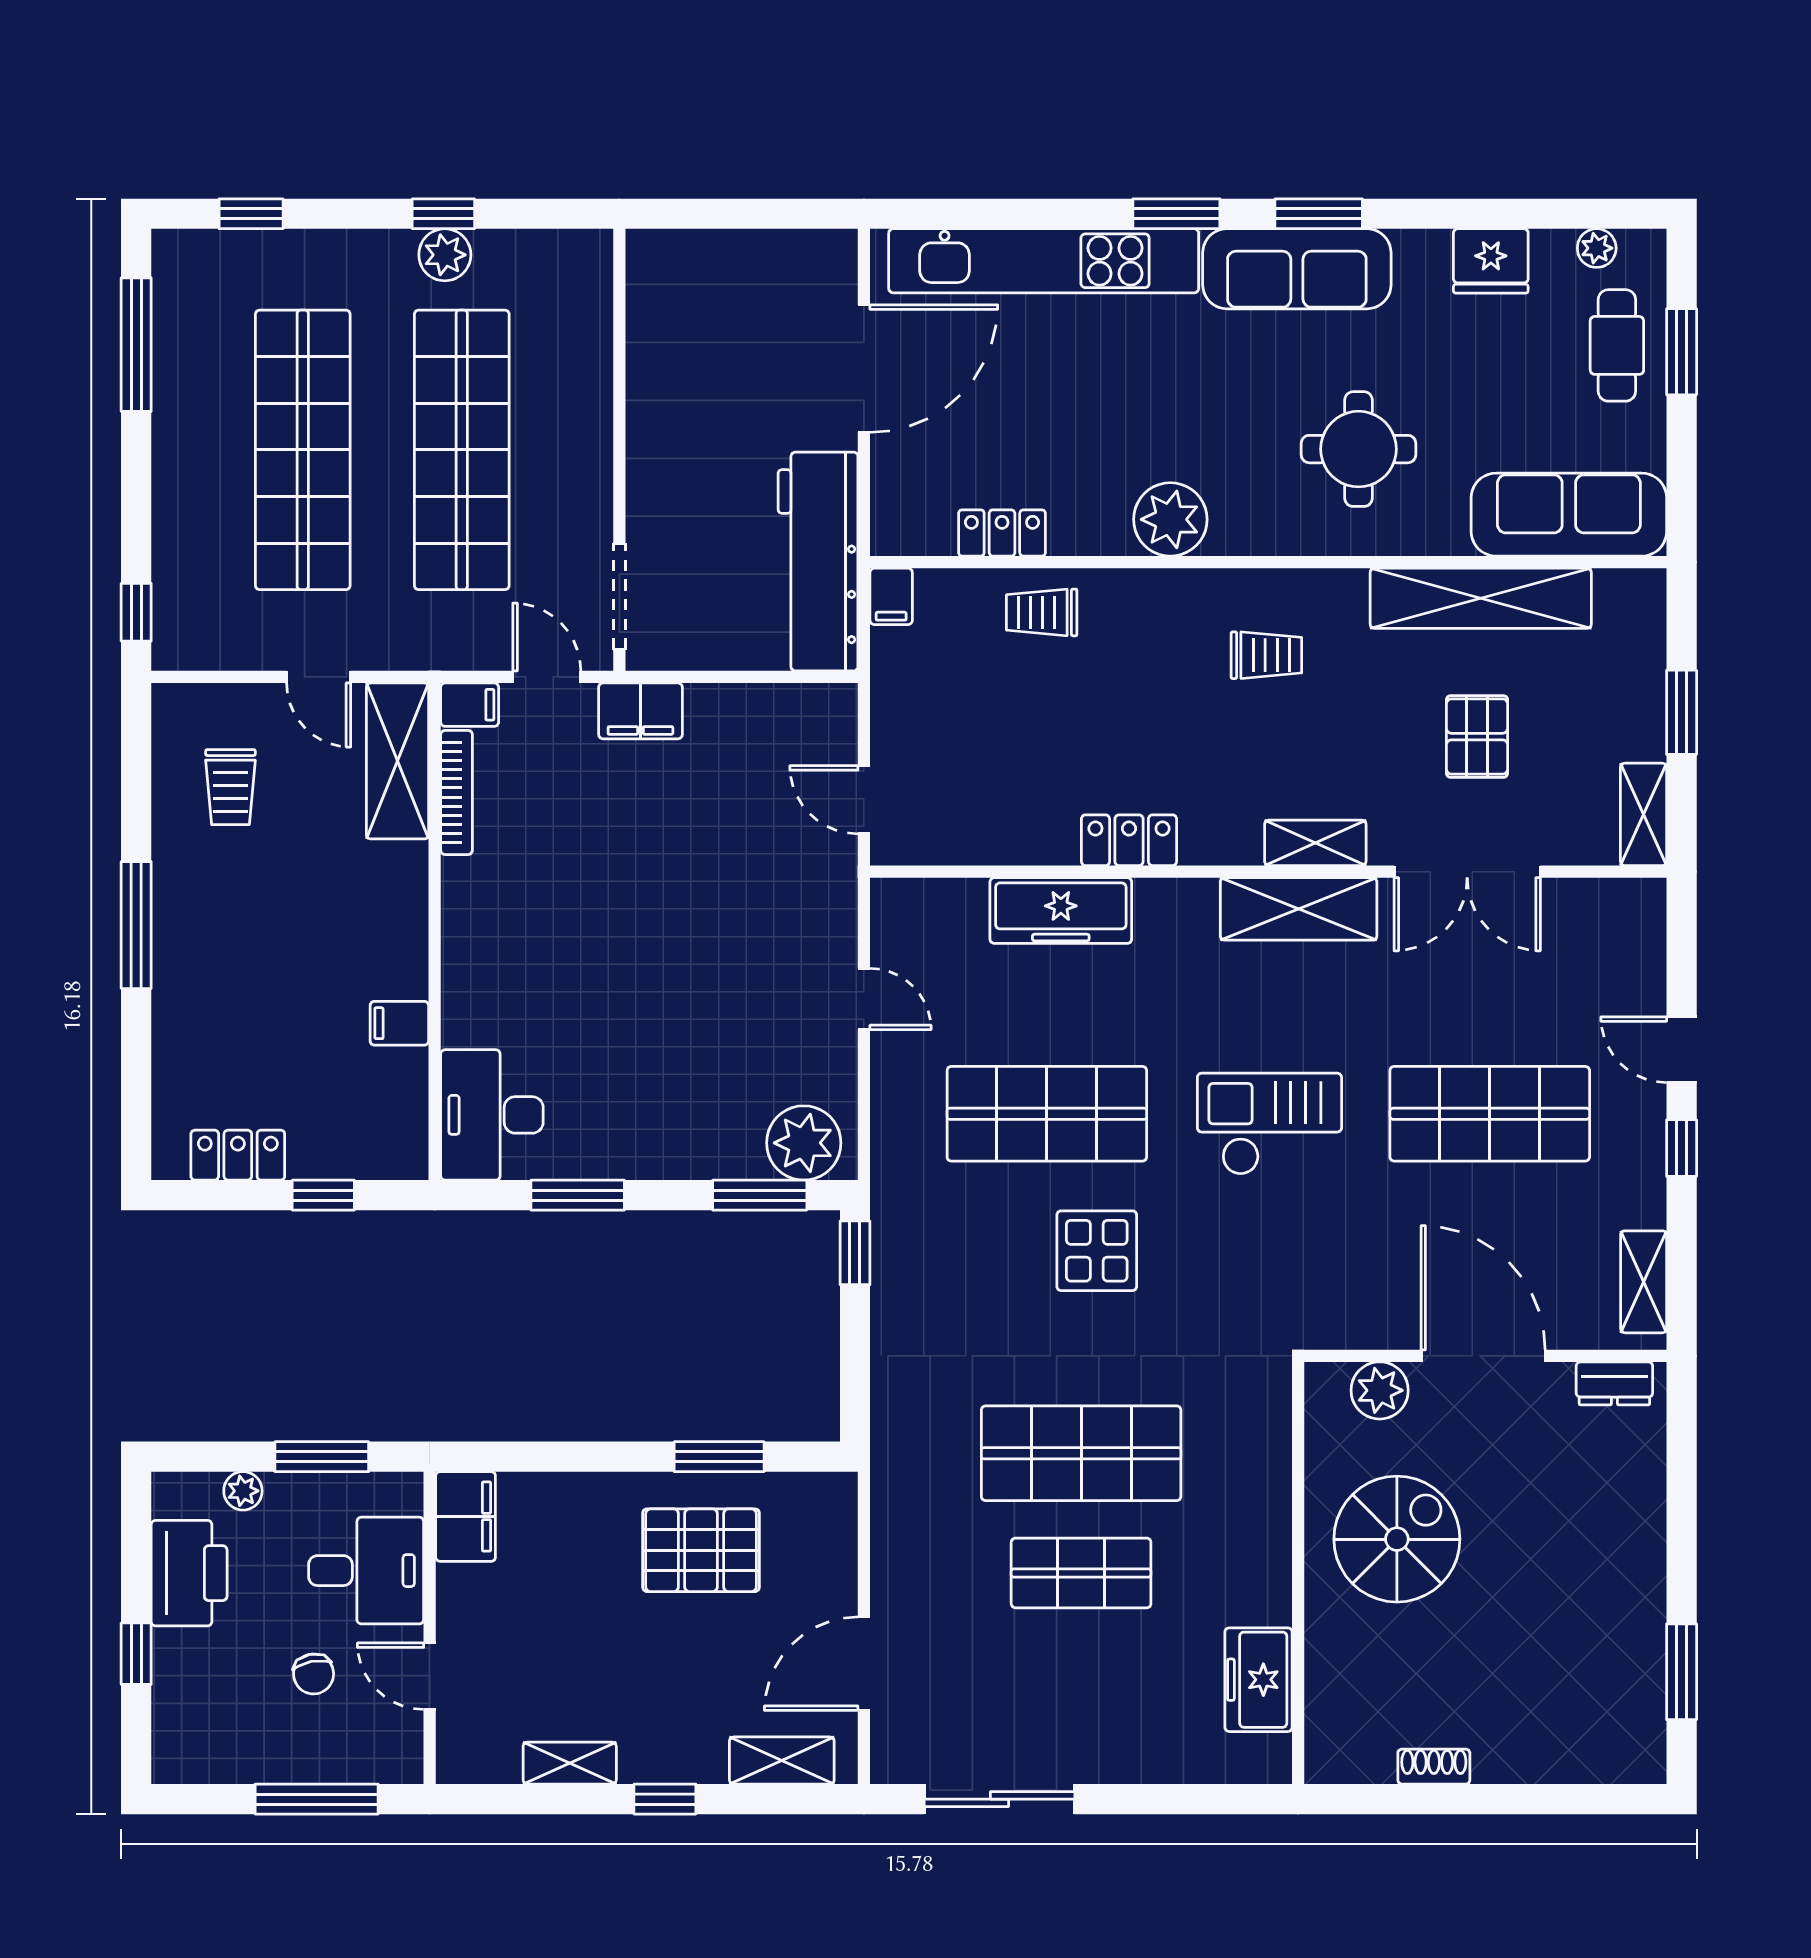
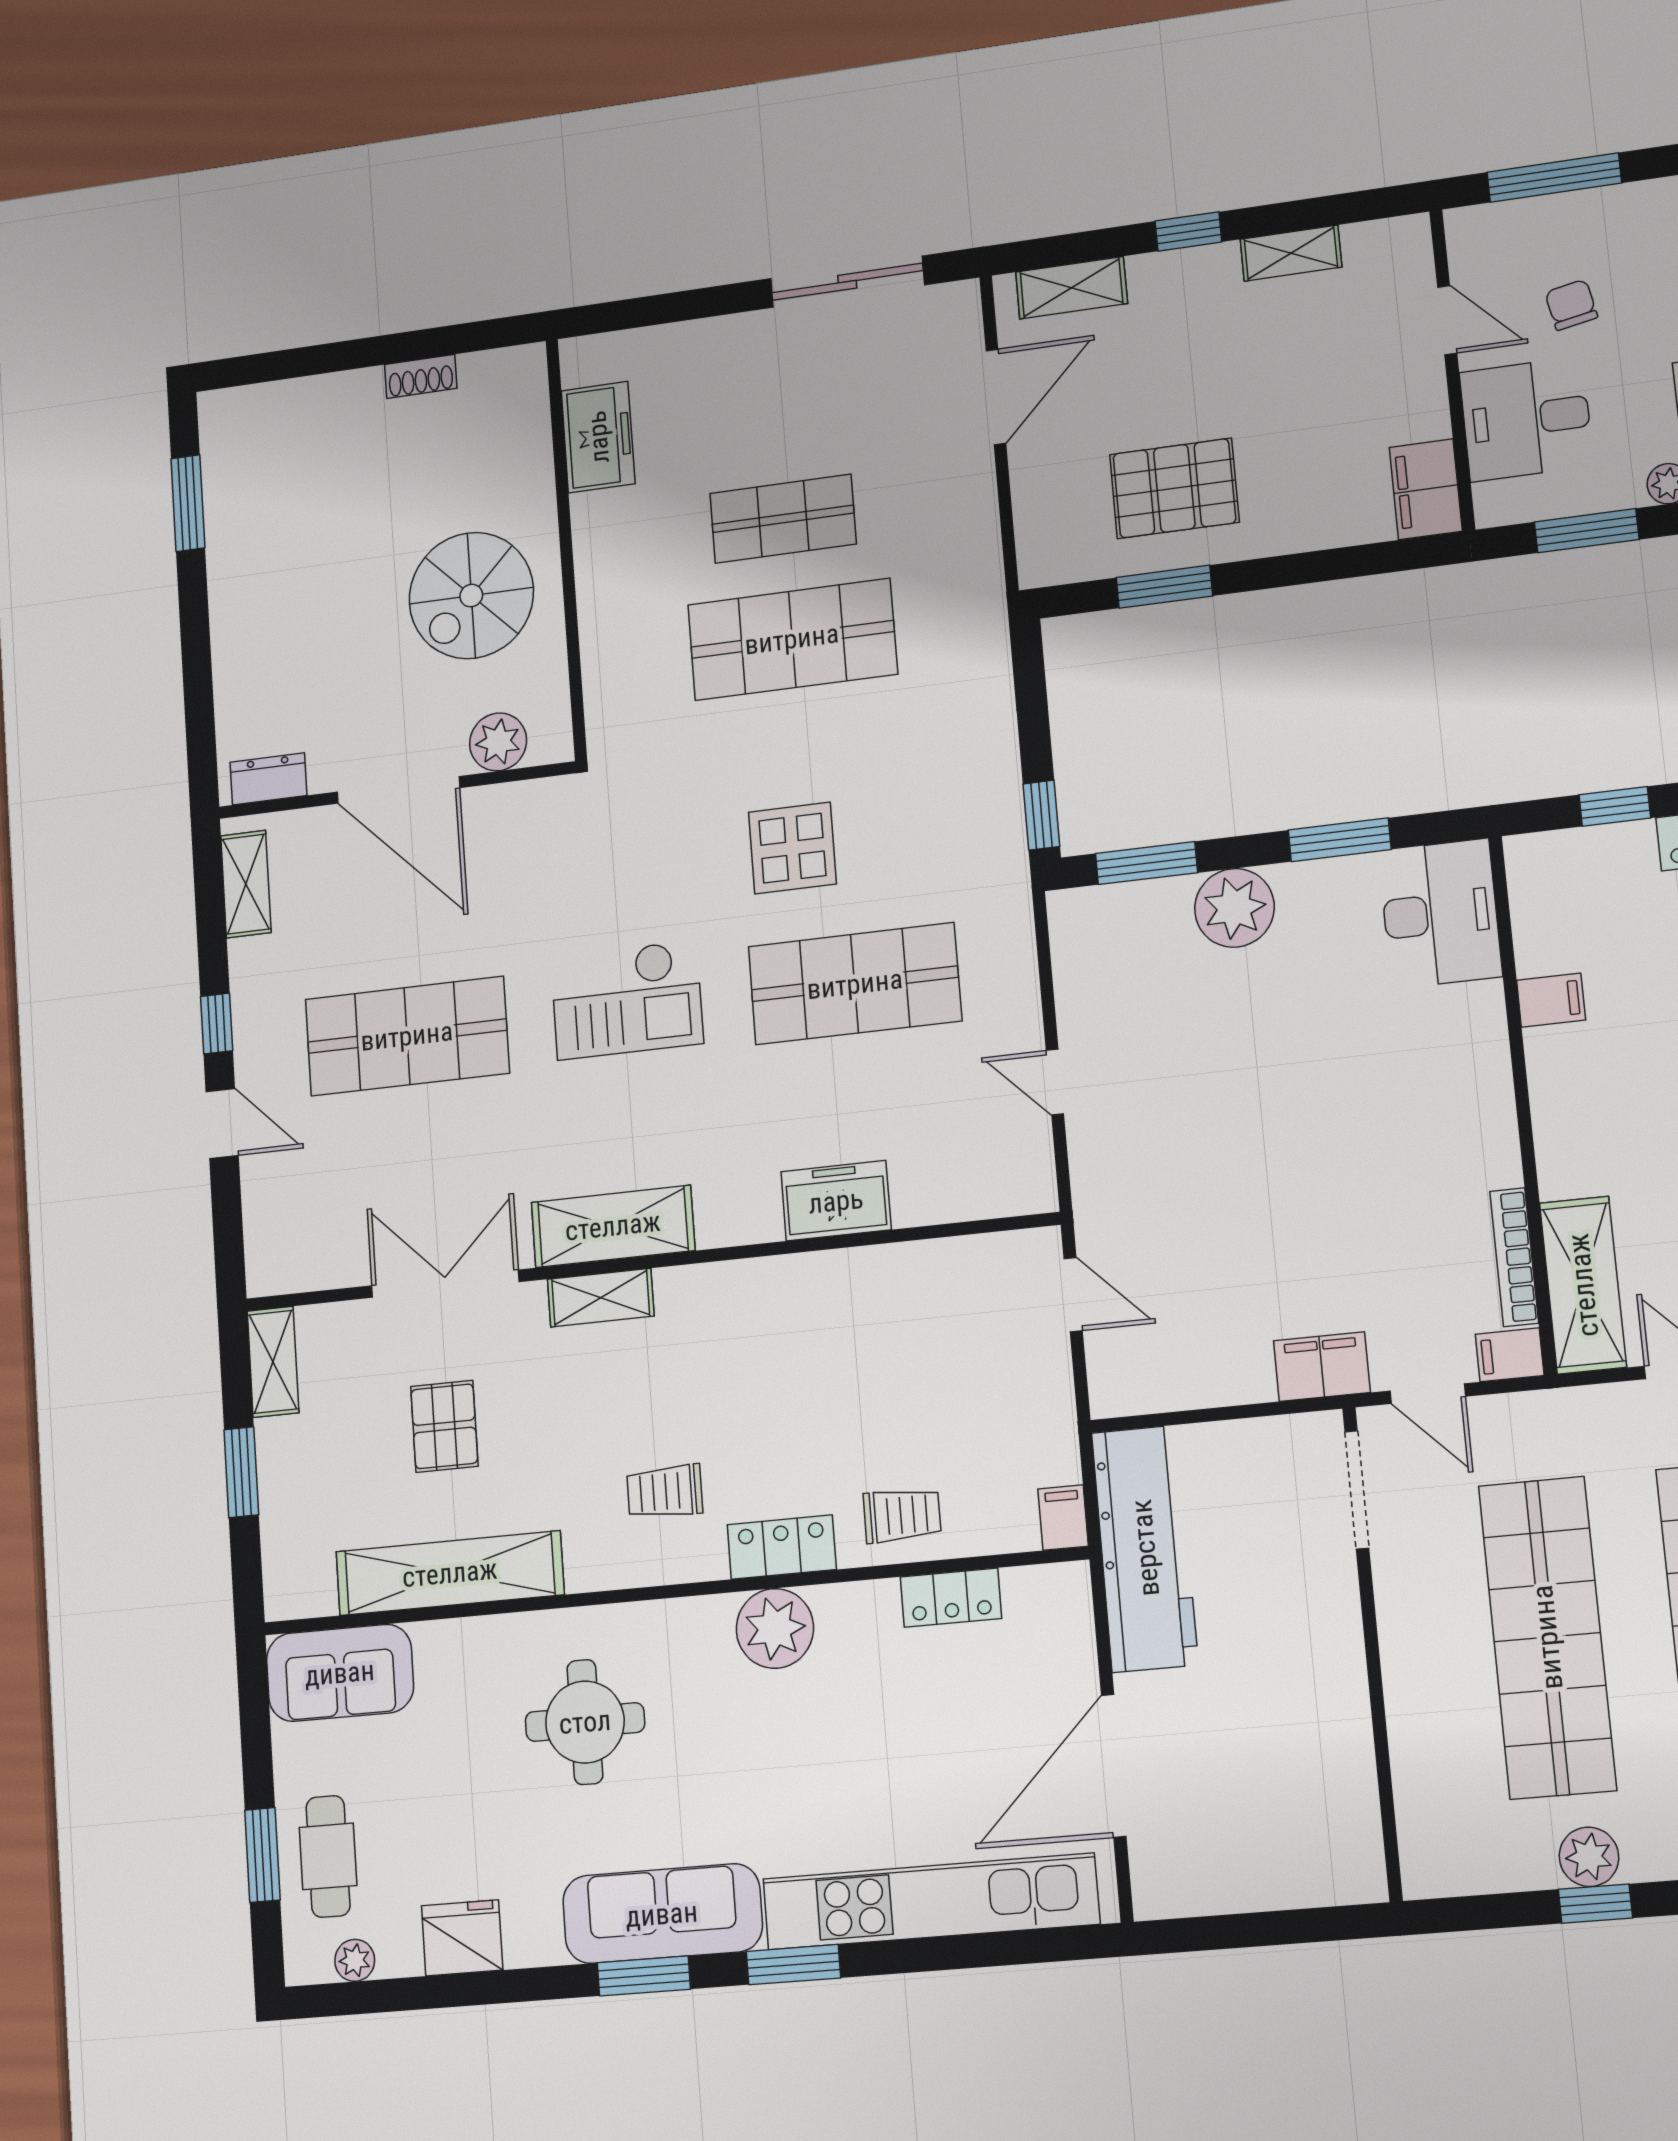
sofa: (1569, 515) -> (340, 1673), width x0.73
locker: (1129, 840) -> (782, 1547), moved, turned 180
freezer: (1061, 911) -> (836, 1201), width x0.71
plant: (804, 1143) -> (1234, 908), moved

